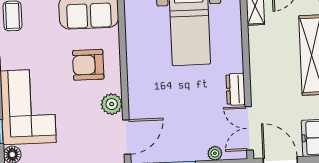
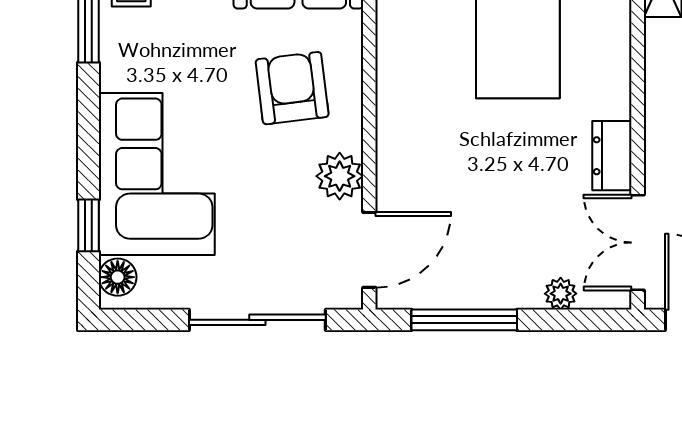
armchair: (88, 65) -> (292, 88), turned 83

